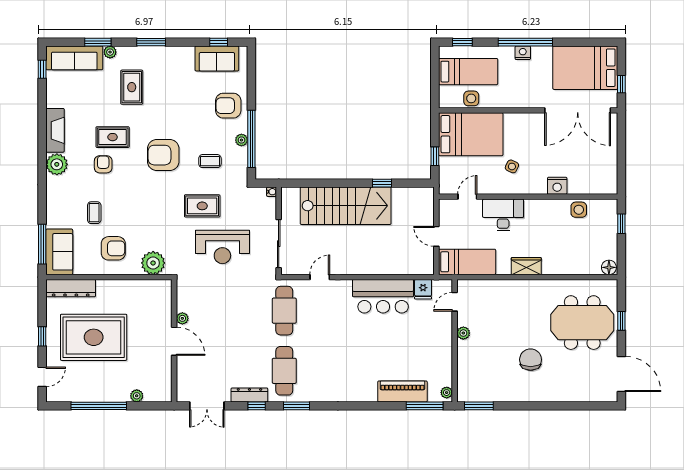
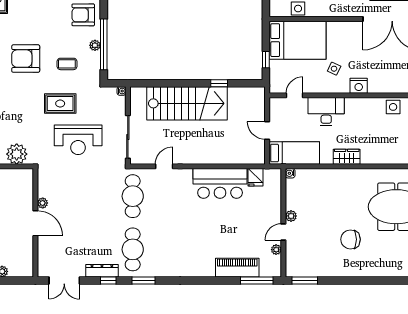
nightstand: (557, 186) -> (359, 86), moved
water cooler: (462, 285) -> (290, 173), added
door: (455, 302) -> (283, 232), moved
chair: (531, 360) -> (350, 239), turned -90
plant: (447, 393) -> (276, 250), moved

